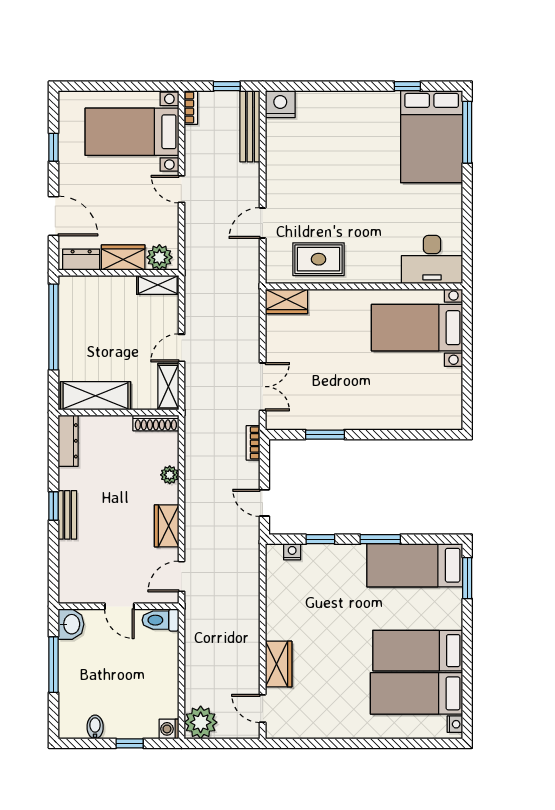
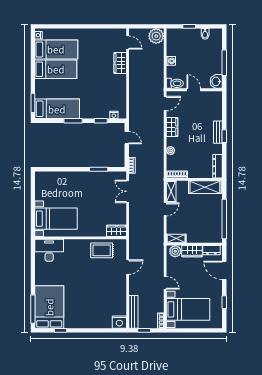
washing machine: (169, 729) -> (171, 61), moved

